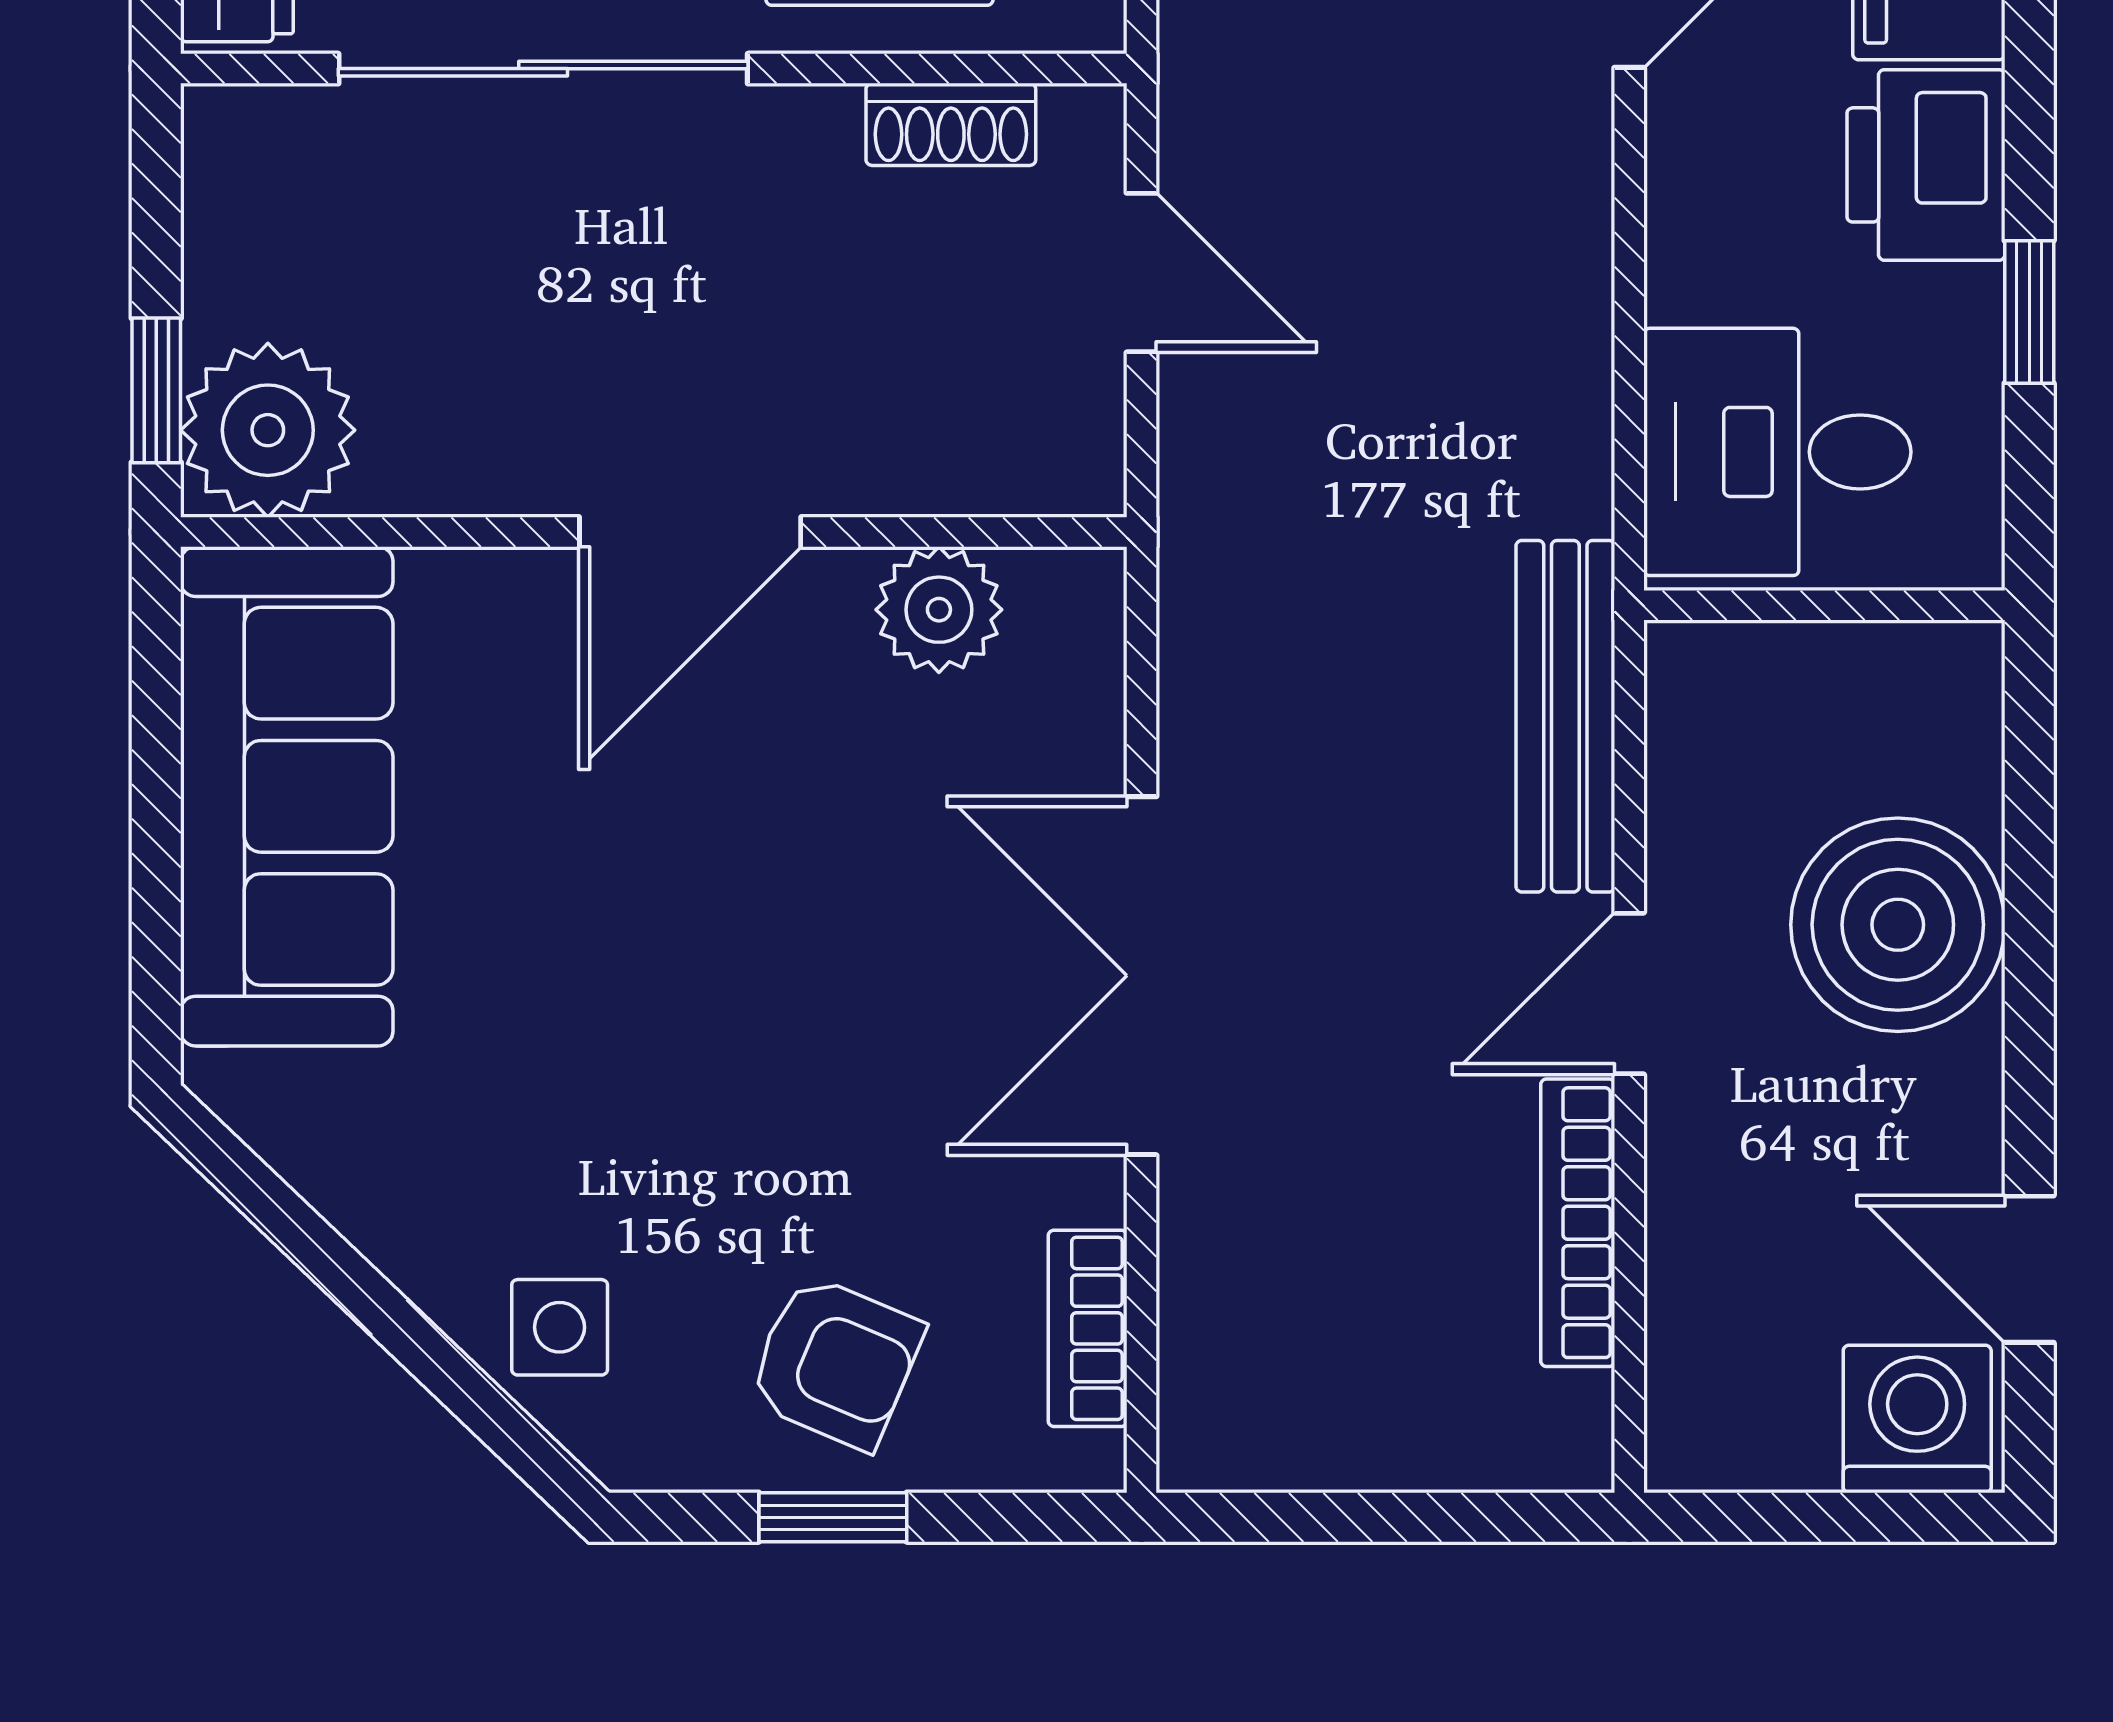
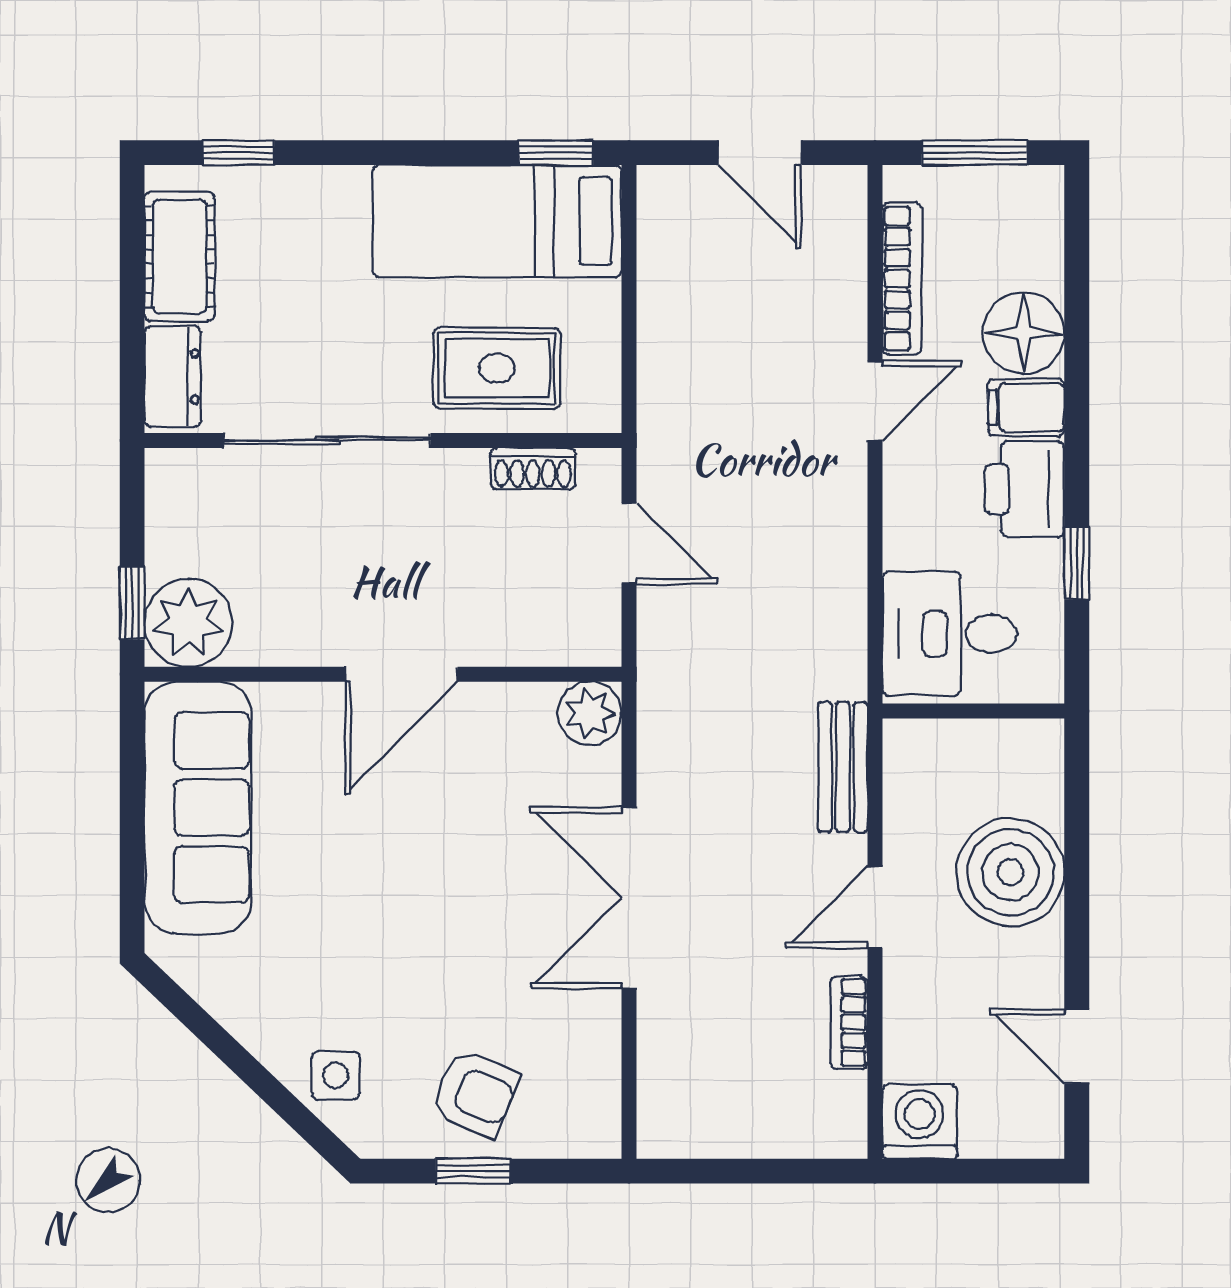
plant: (939, 610) -> (590, 713), moved
bench: (1565, 716) -> (843, 767), width x0.73
bookcase: (1578, 1223) -> (849, 1023), width x0.64
bookcase: (1088, 1328) -> (602, 1076), removed
washing machine: (1917, 1419) -> (920, 1122), moved

